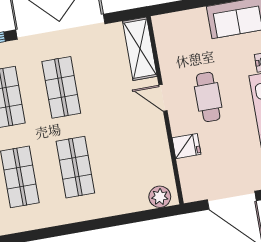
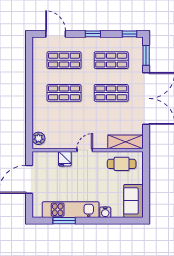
cafe table: (208, 97) -> (122, 164), moved
door: (163, 98) -> (85, 150), moved

